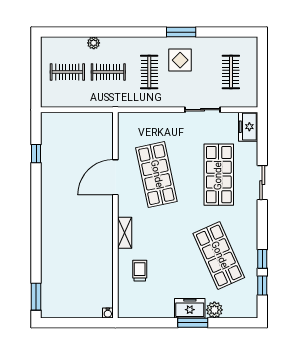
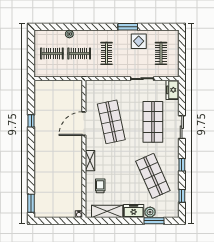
display table: (180, 60) -> (139, 41), moved
window: (36, 154) -> (31, 121), moved
window: (262, 259) -> (182, 165), moved
shelving: (150, 309) -> (107, 211), added
window: (193, 323) -> (154, 221), moved

